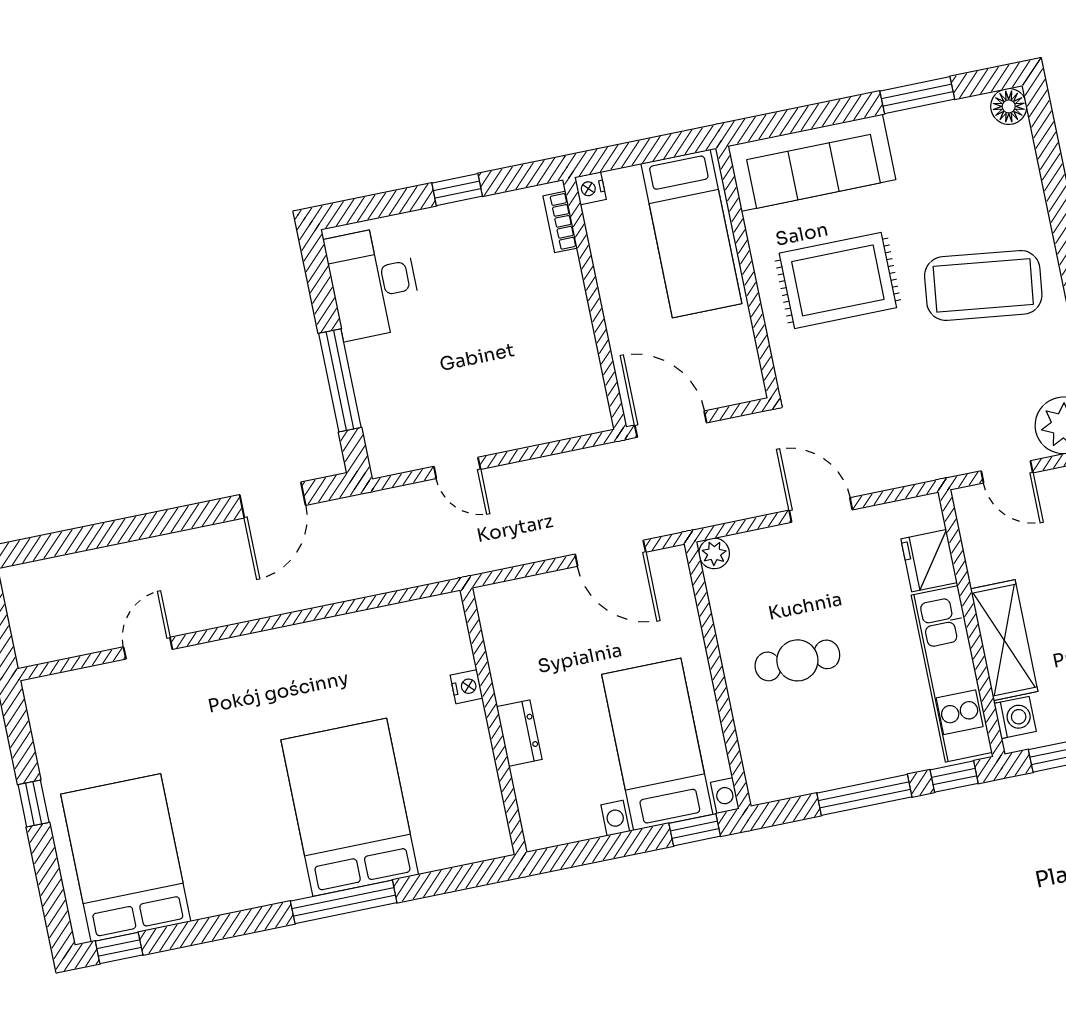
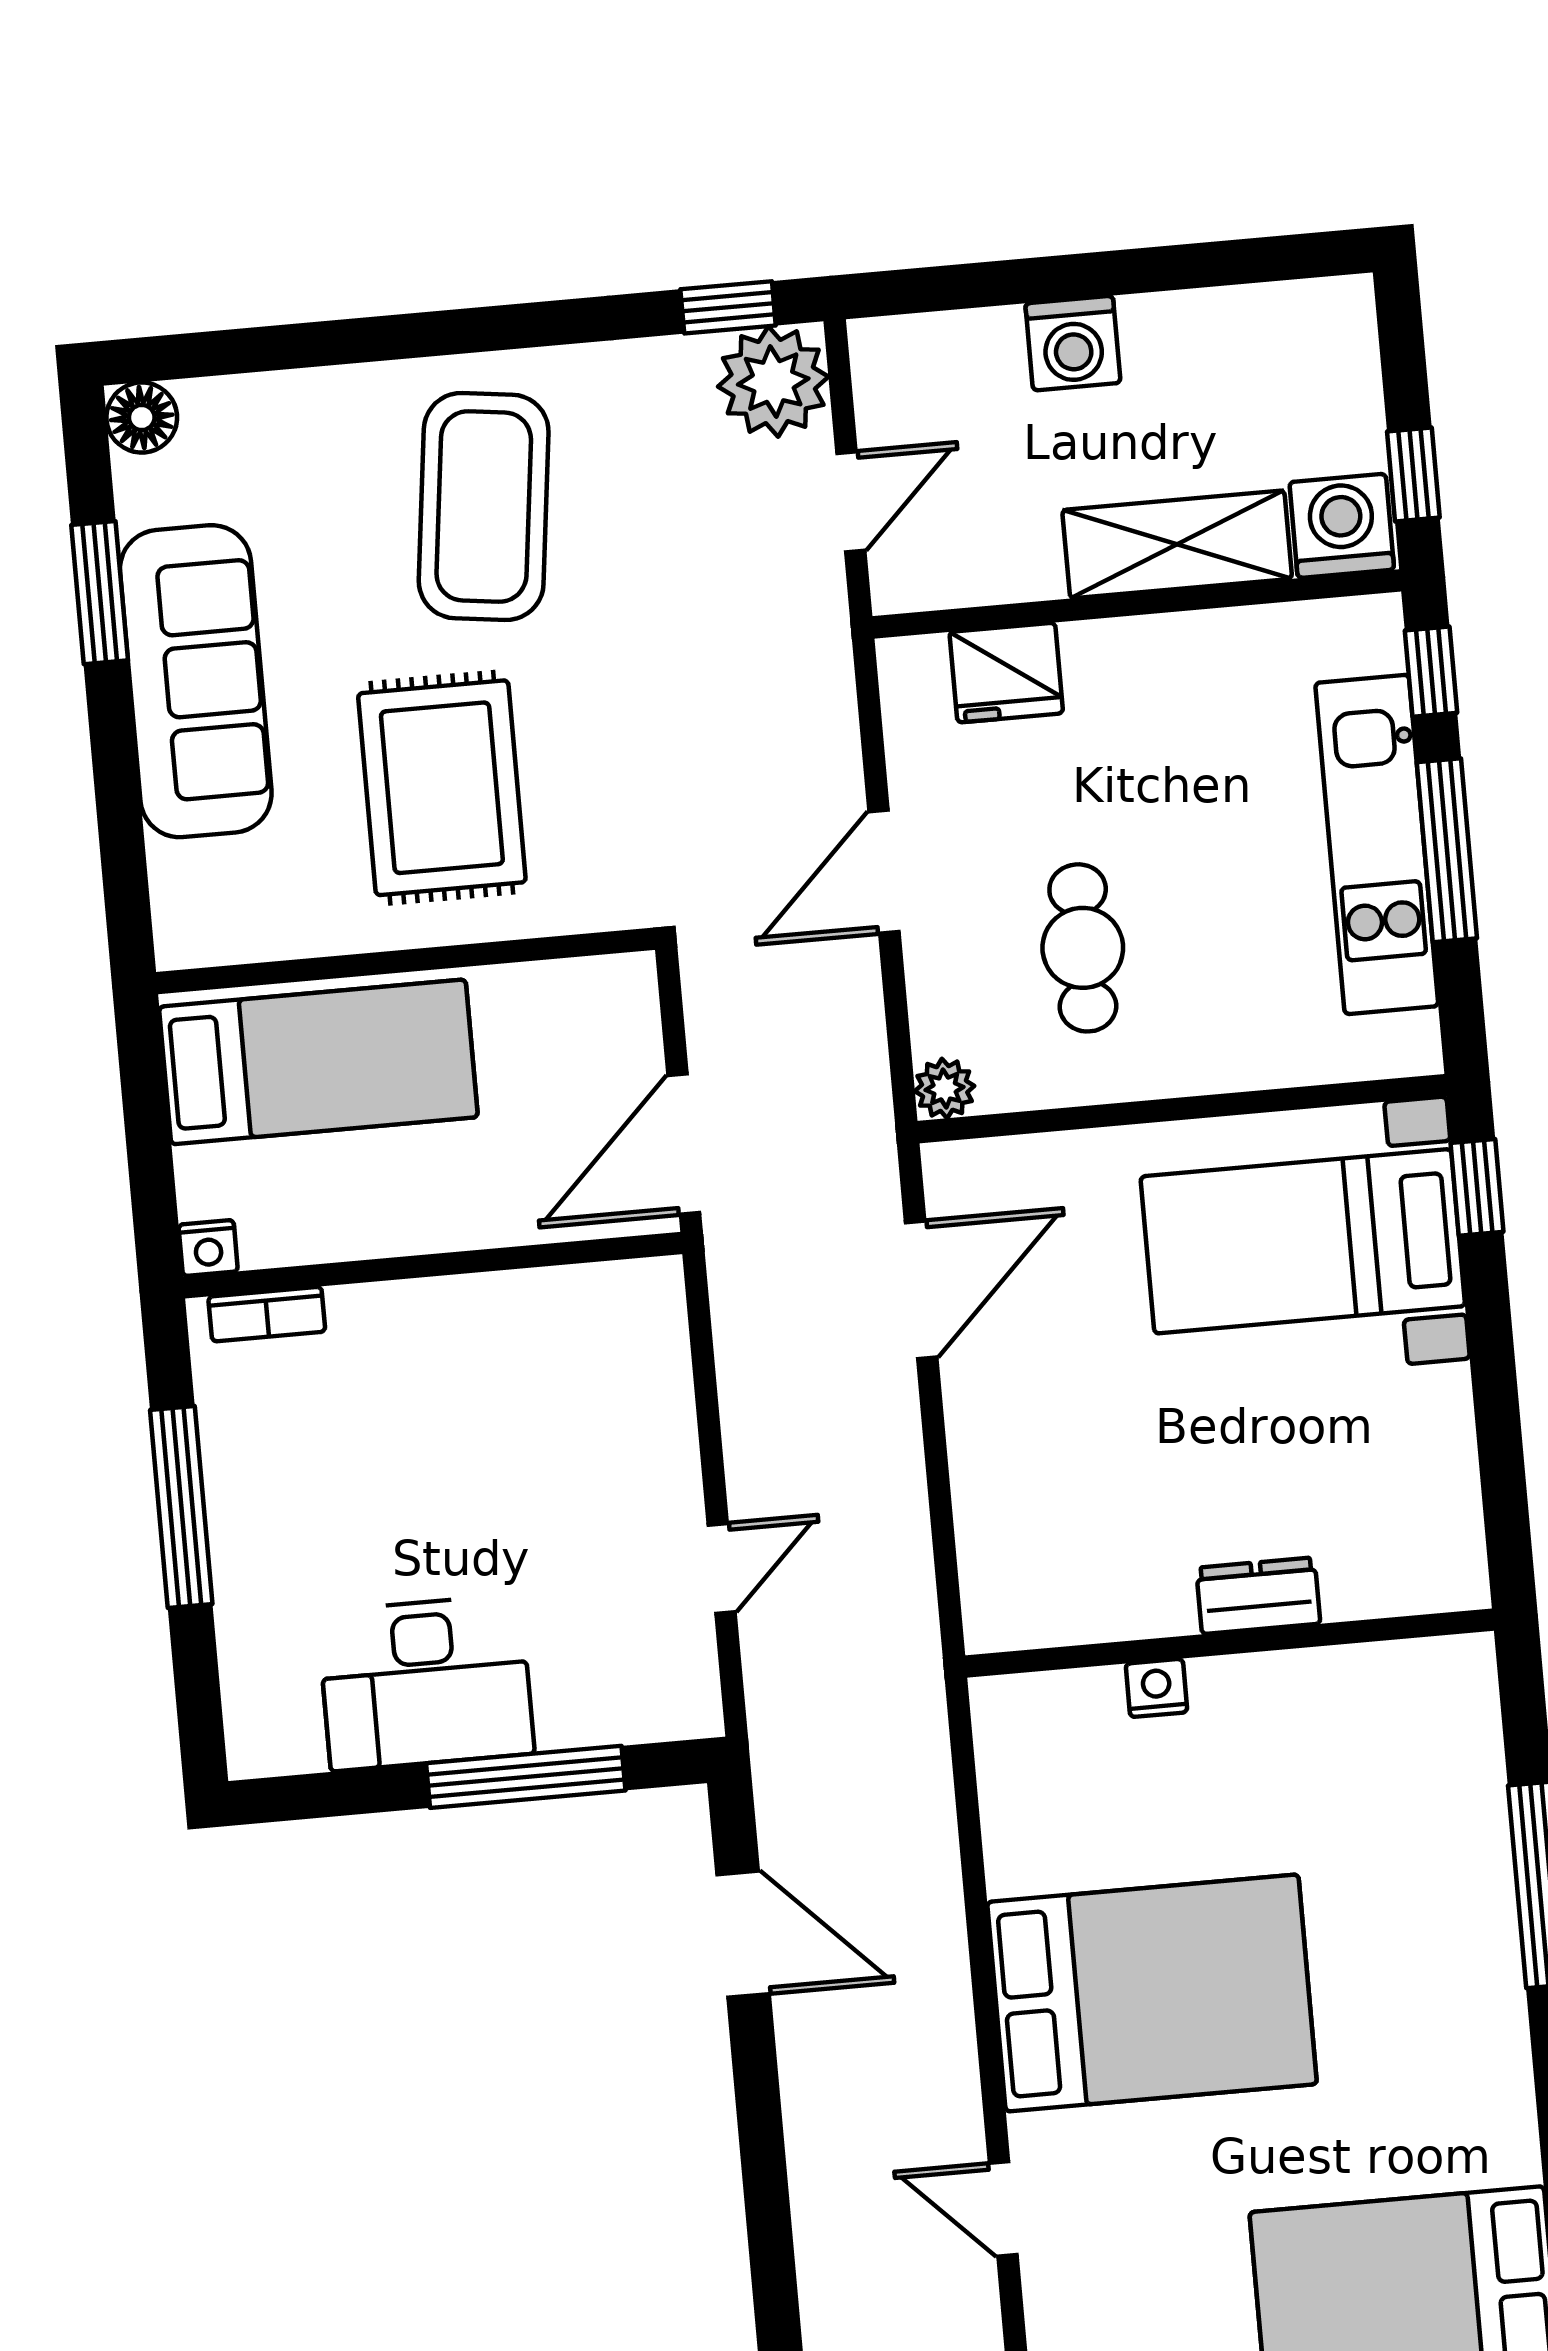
sofa: (812, 163) -> (196, 681), moved
window: (457, 190) -> (181, 1507), width x2.17
desk: (373, 283) -> (426, 1683), moved
cafe table: (797, 660) -> (1083, 948), moved
kitchen unit: (952, 674) -> (1377, 844), moved, turned 90
nightstand: (466, 687) -> (1156, 1688), moved
washing machine: (1015, 717) -> (1342, 526), width x1.38, depth x1.38
wall: (494, 721) -> (1230, 1643), moved
dresser: (519, 733) -> (1258, 1596), moved
bed: (350, 807) -> (1152, 1993), moved, turned 180

